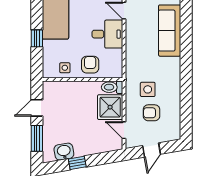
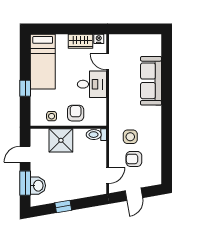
shower: (110, 107) -> (61, 140), moved
door: (124, 130) -> (108, 175), swing flipped
washbasin: (64, 152) -> (38, 186), moved, turned 100

